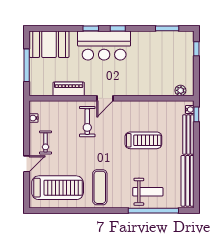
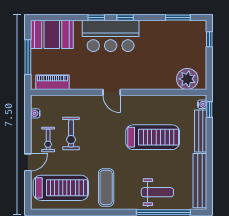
piano: (69, 89) -> (52, 82), moved
plant: (180, 90) -> (187, 79), width x1.87, depth x1.87
door: (105, 98) -> (112, 92), hinge flipped
exercise bike: (87, 122) -> (71, 133), moved
treadmill: (143, 140) -> (153, 137), width x1.37, depth x1.38

